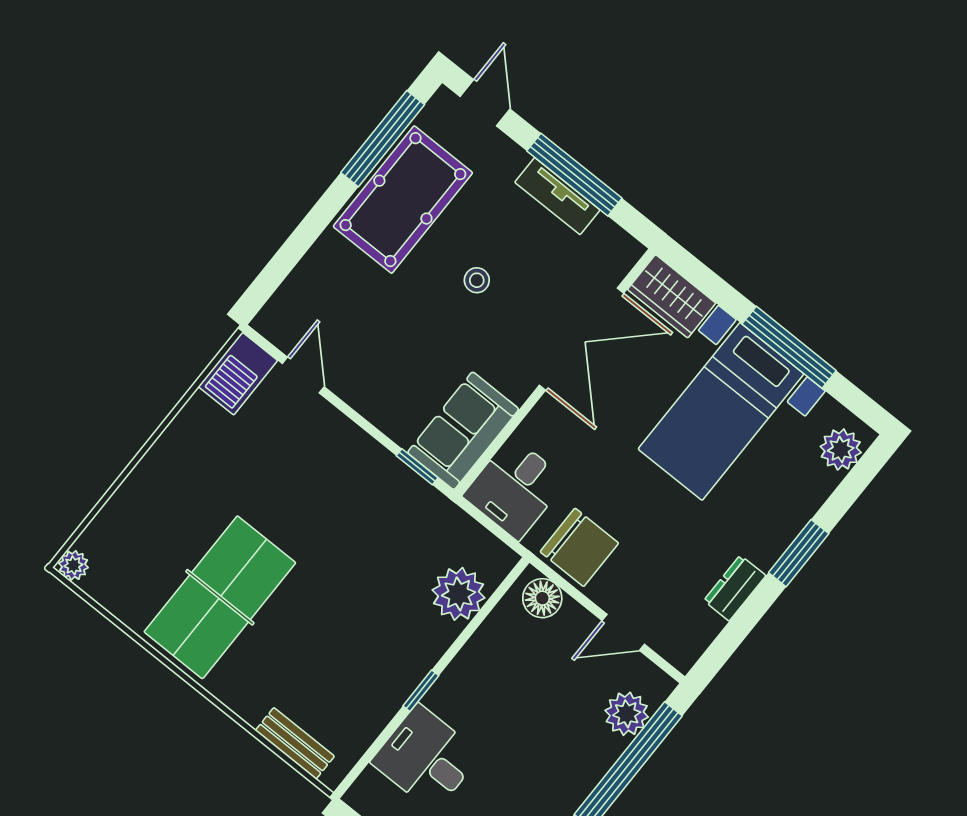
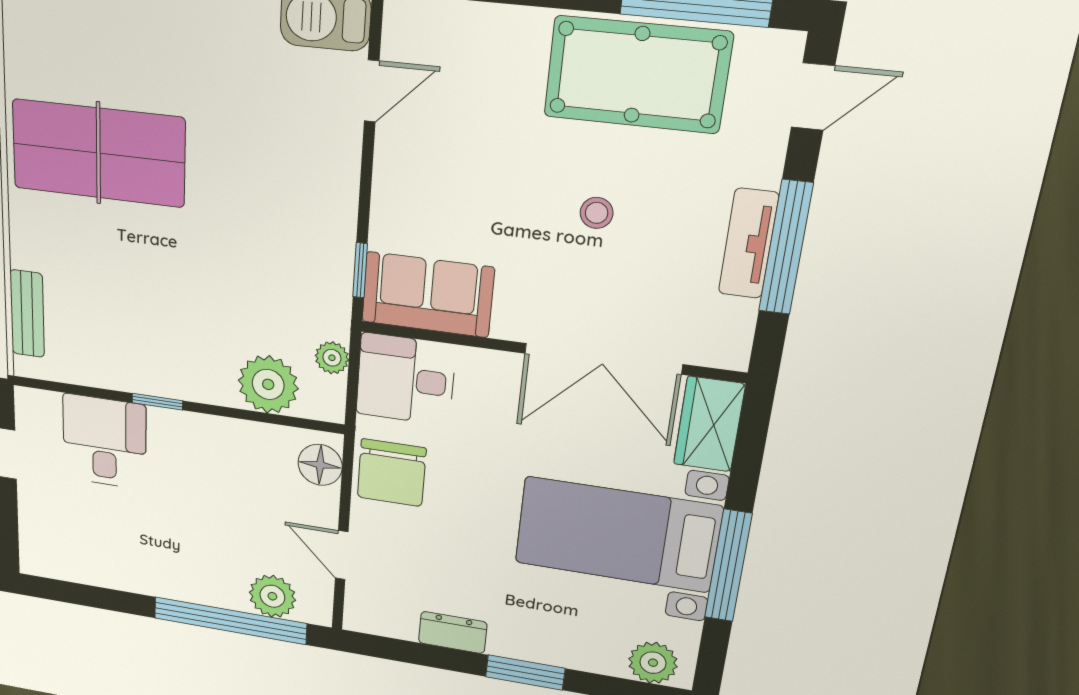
plant: (467, 531) -> (332, 358), added

